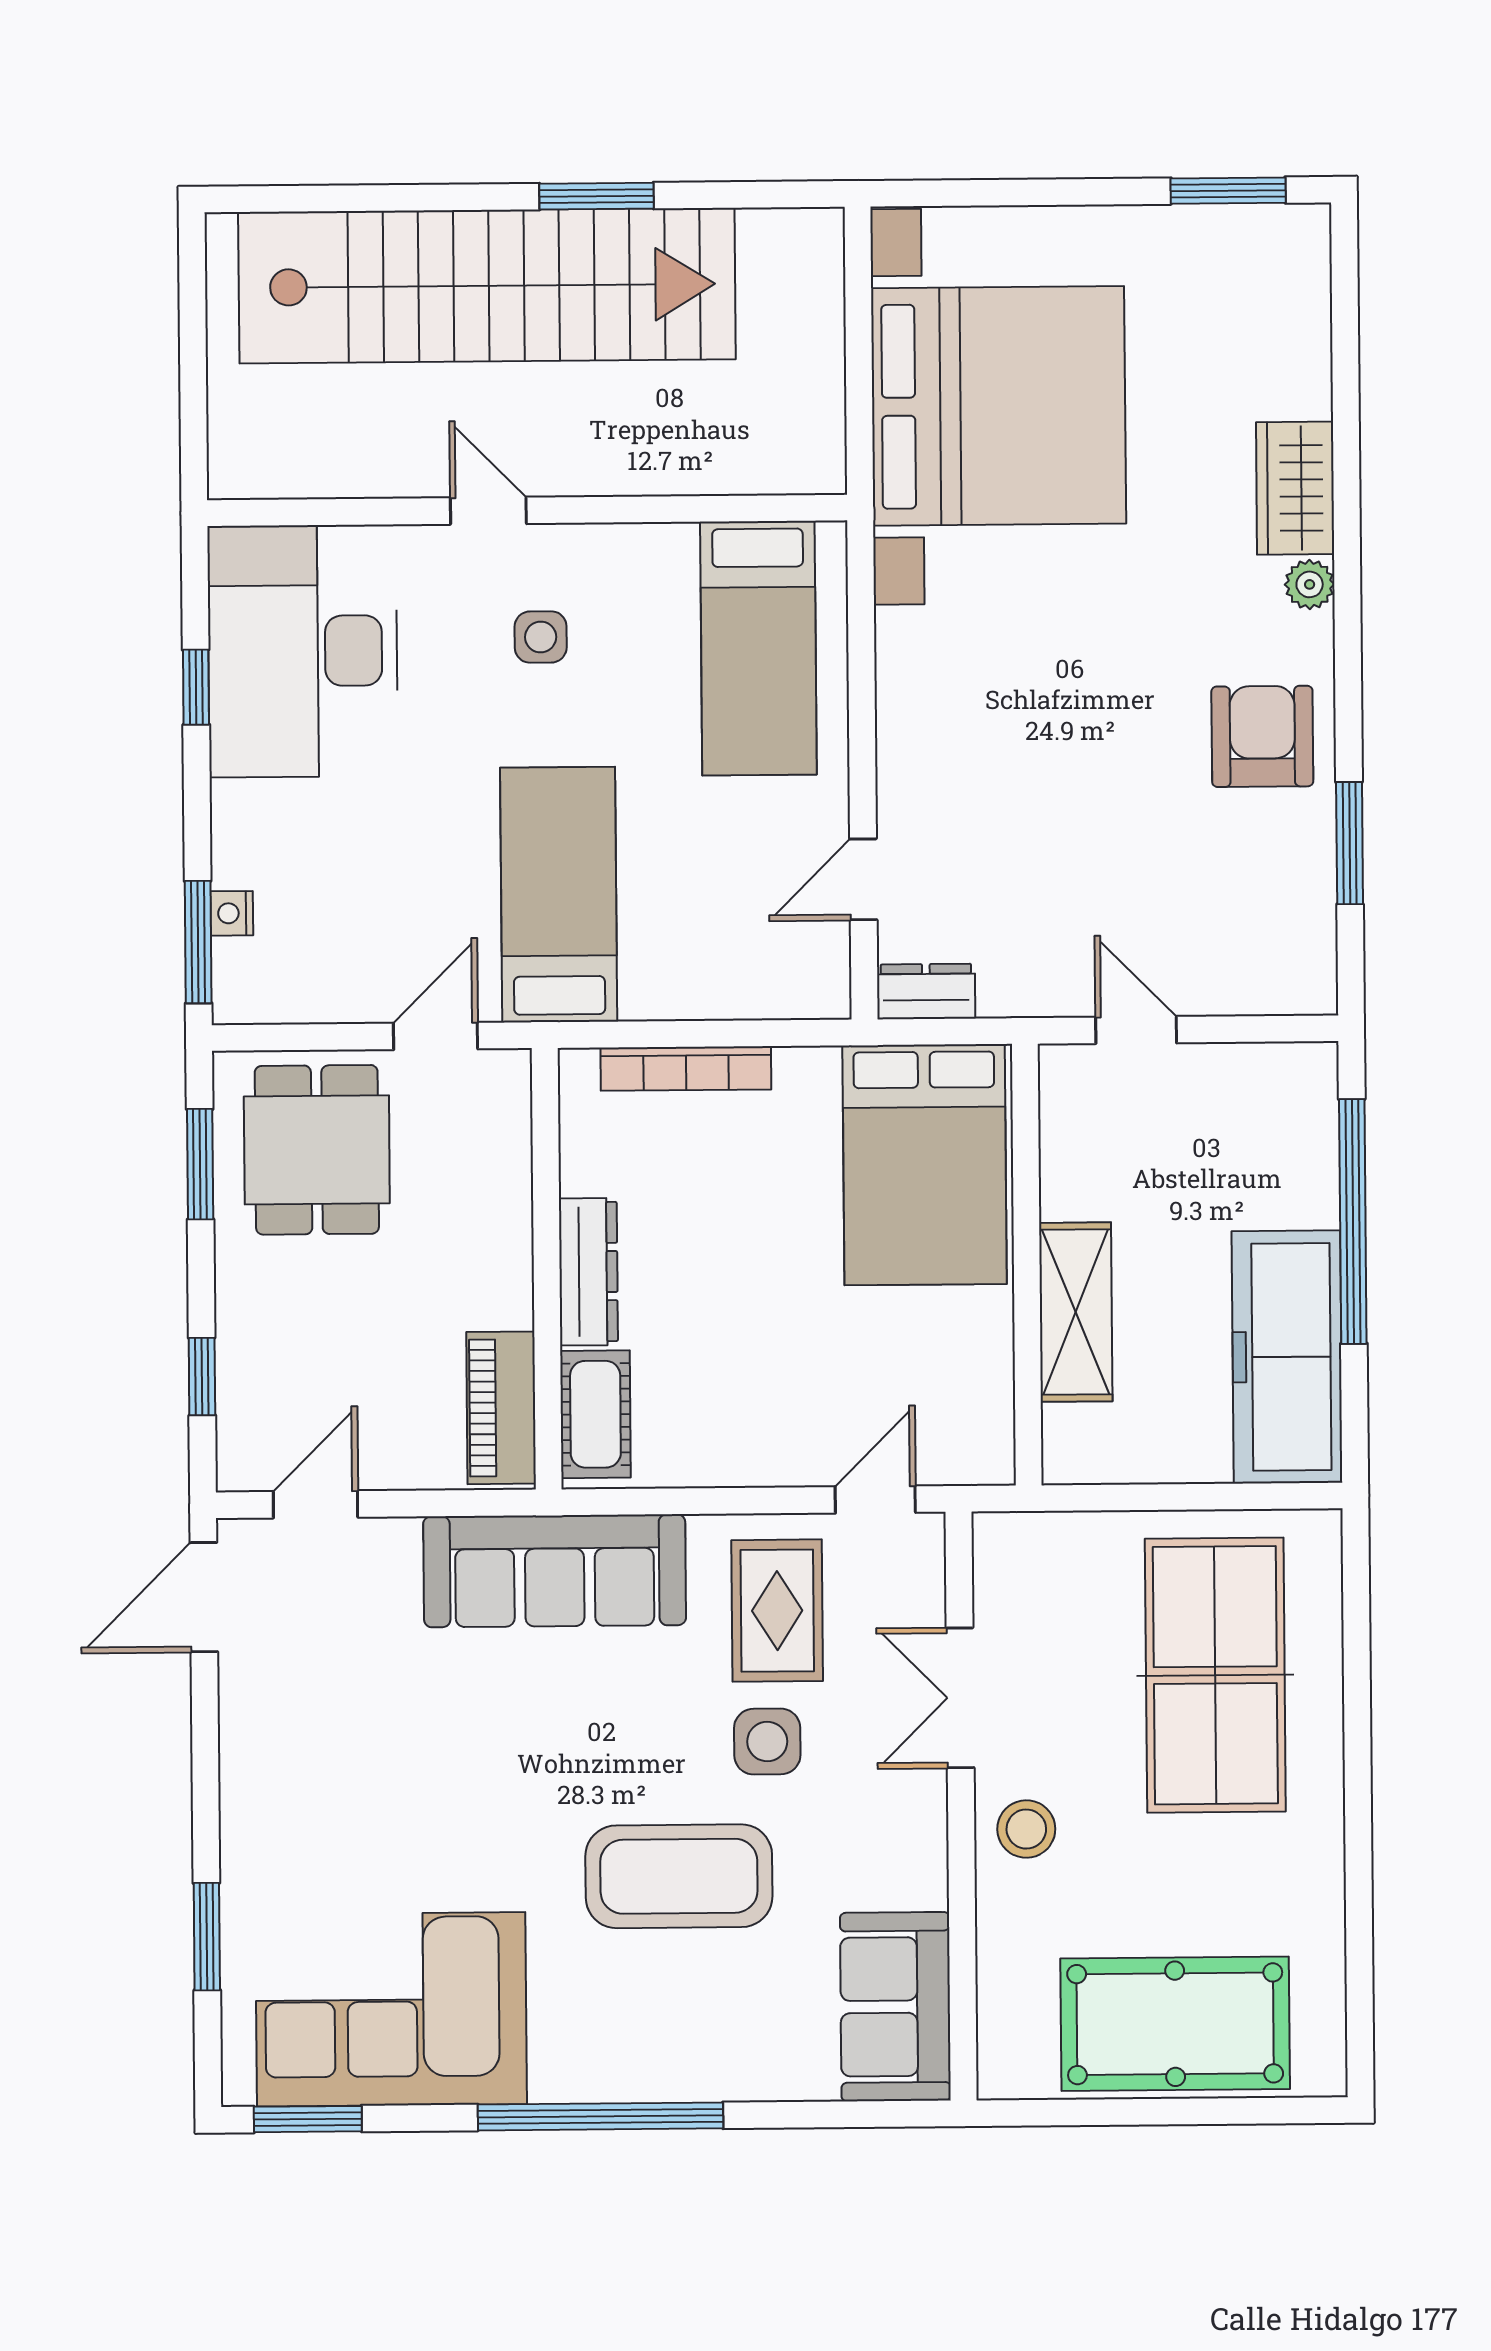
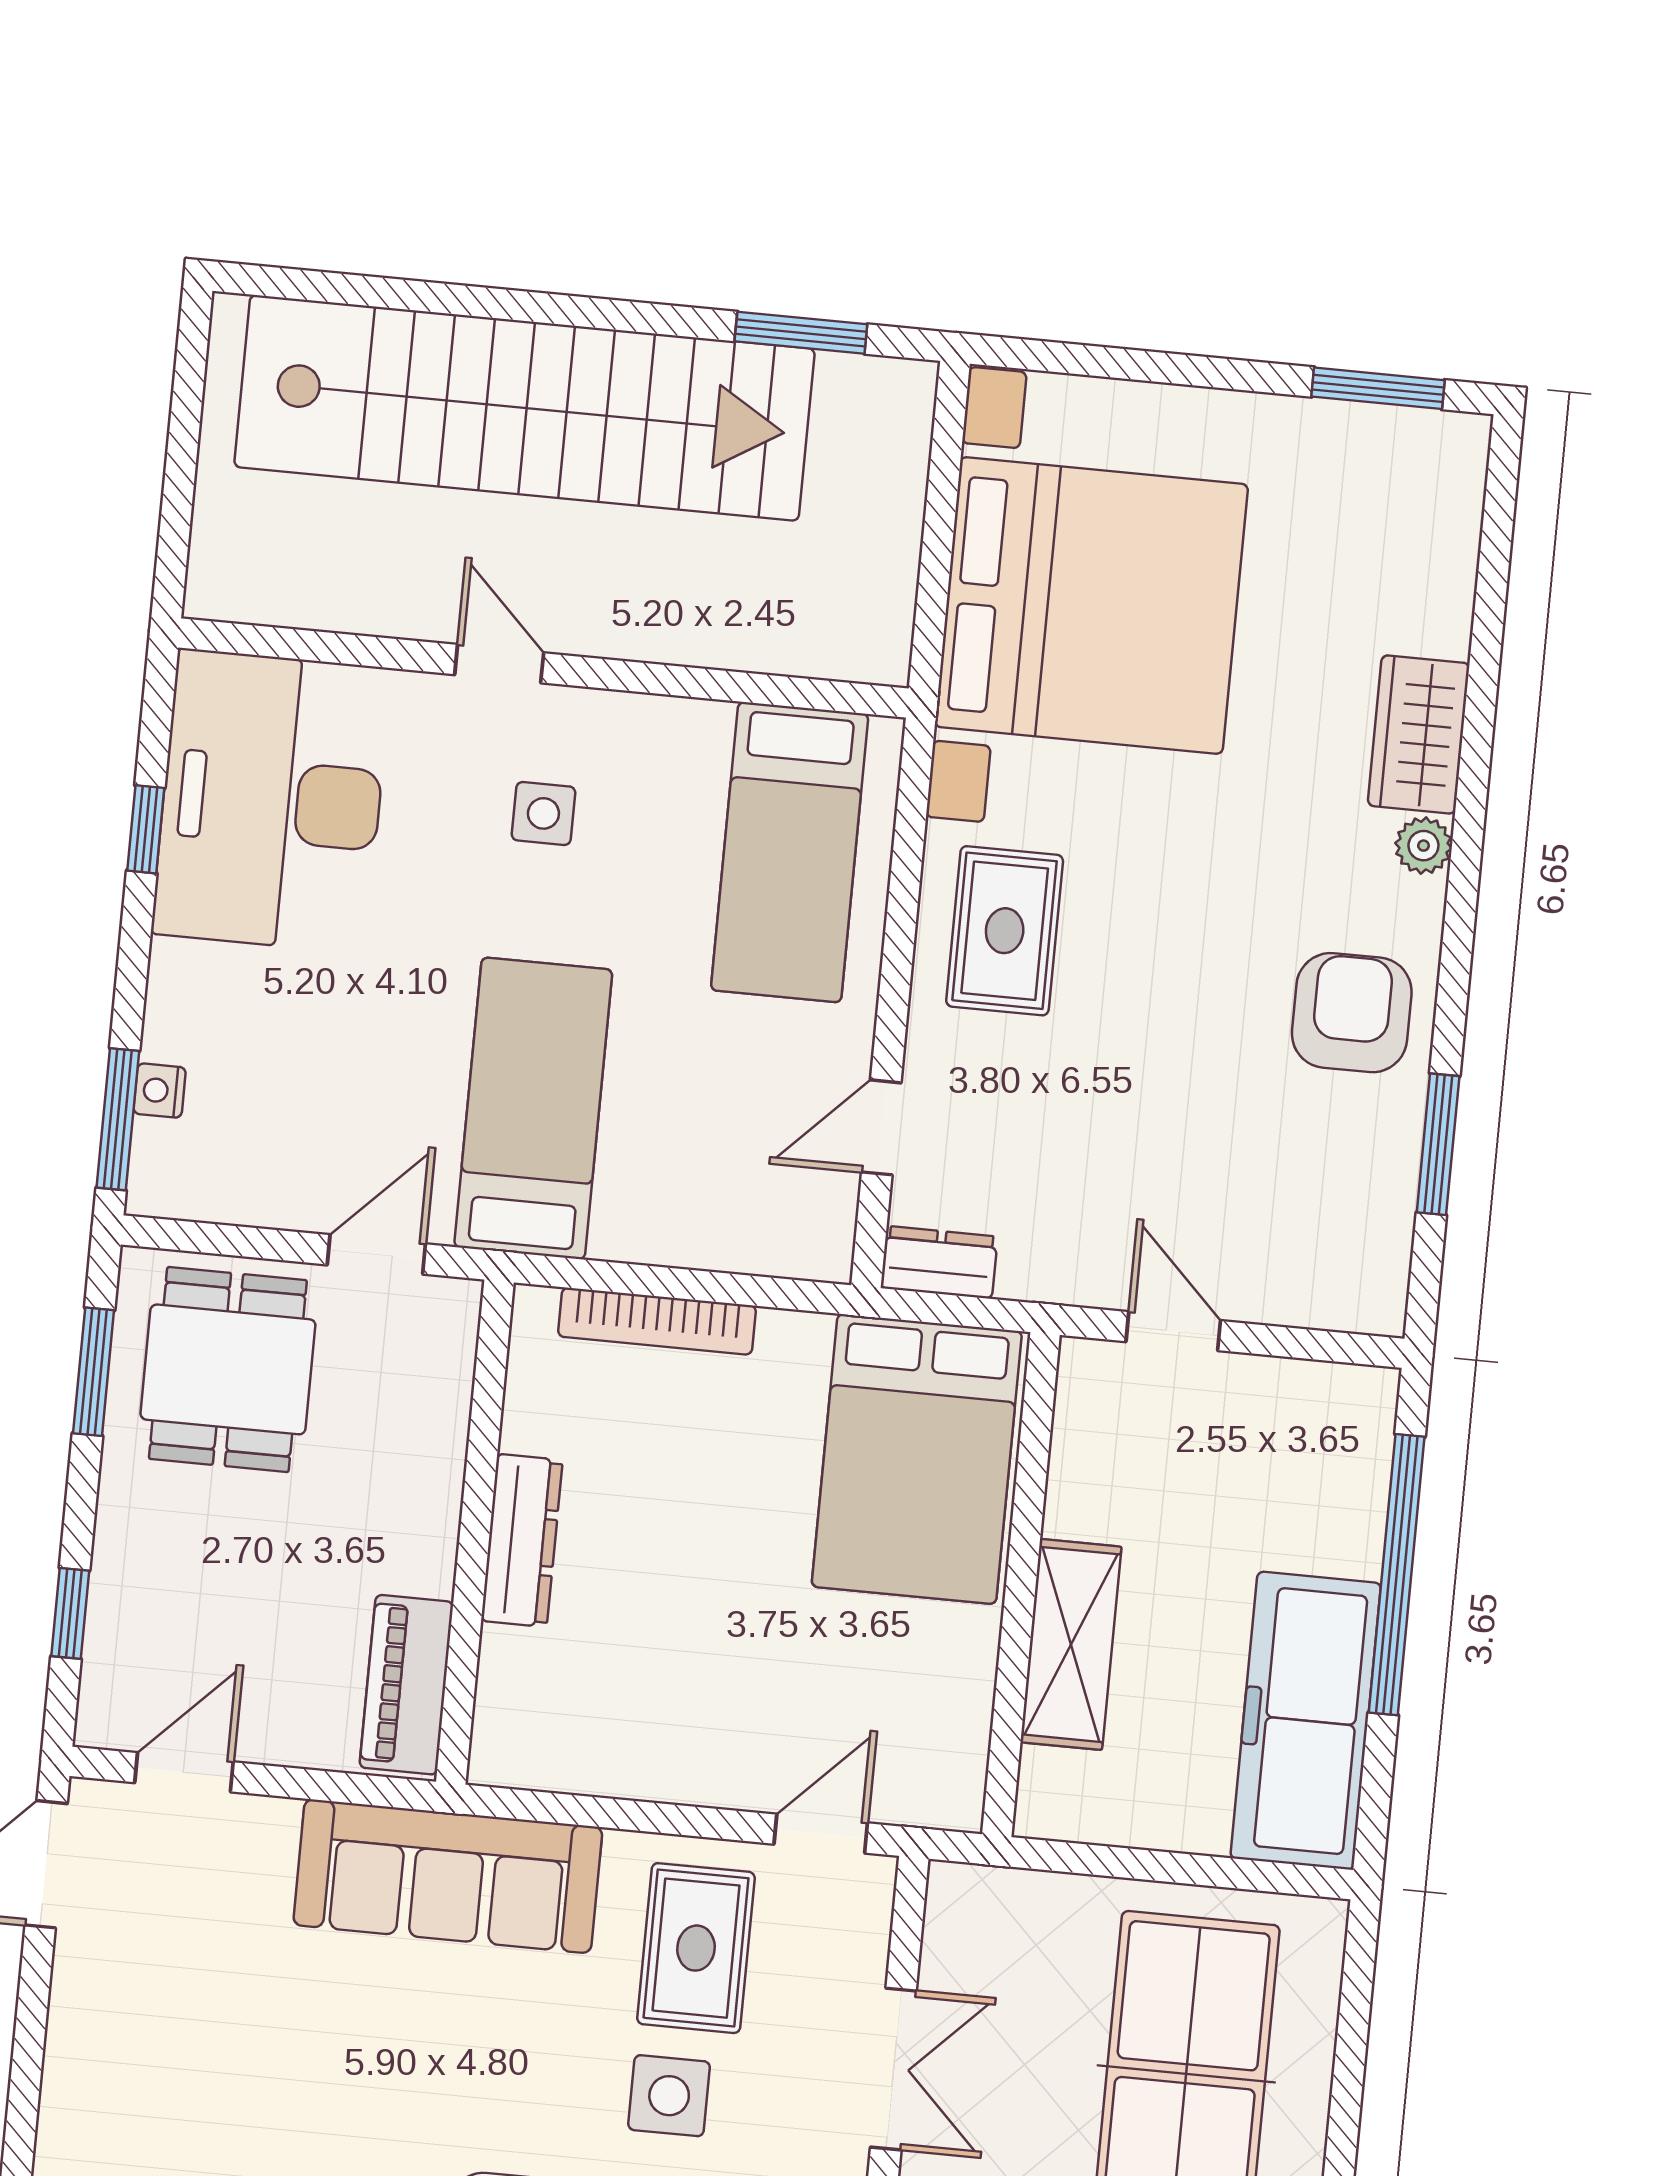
window: (596, 196) -> (801, 333), moved
rug: (953, 697) -> (1005, 931), added
cot: (595, 1414) -> (513, 1703), removed
double door: (960, 1698) -> (893, 2069), swing flipped

